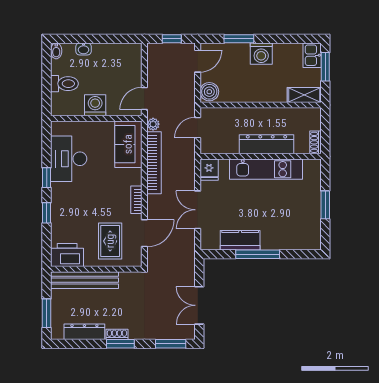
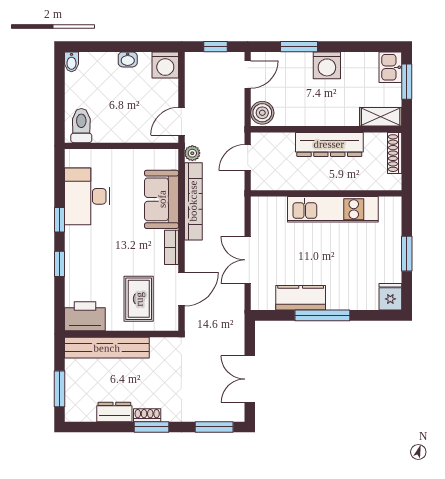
washbasin: (84, 49) -> (128, 59), moved
toilet: (64, 84) -> (81, 126), moved, turned -90
washing machine: (95, 105) -> (165, 65), moved, turned 180
shoe rack: (315, 142) -> (395, 153), moved, width x1.43
sofa: (128, 144) -> (162, 199), moved
dresser: (266, 144) -> (329, 144), moved, turned 180
fridge: (209, 170) -> (390, 297), moved, turned 180
dresser: (84, 332) -> (114, 412), width x0.70

